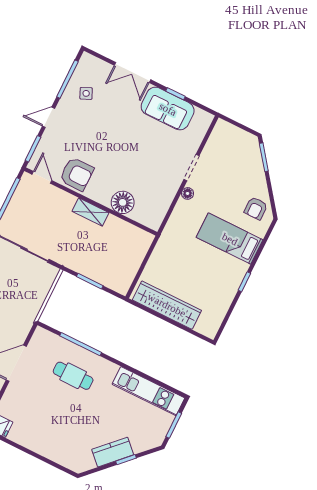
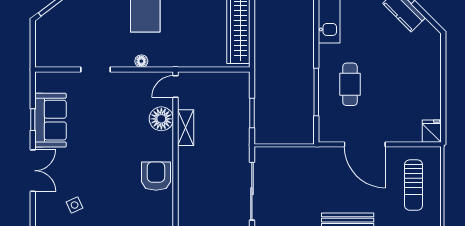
door: (42, 177) -> (175, 87), moved
floor lamp: (188, 193) -> (141, 61), moved
shelving: (90, 212) -> (186, 128), moved

